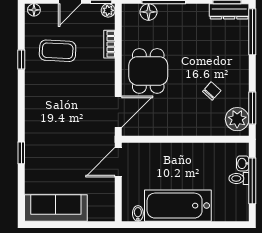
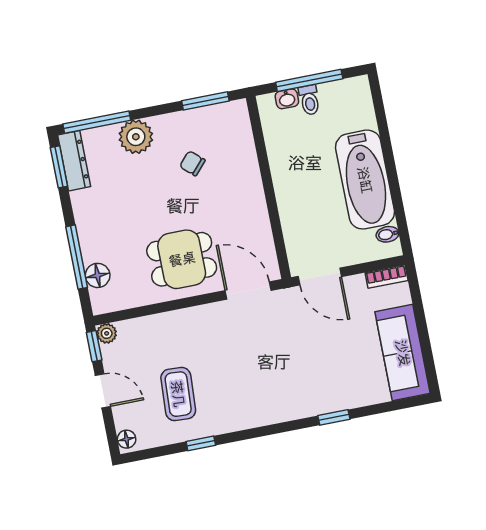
bookcase: (109, 44) -> (387, 277), moved
plant: (237, 119) -> (136, 137), moved

